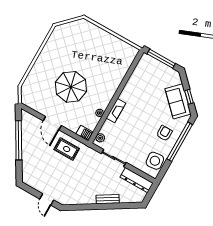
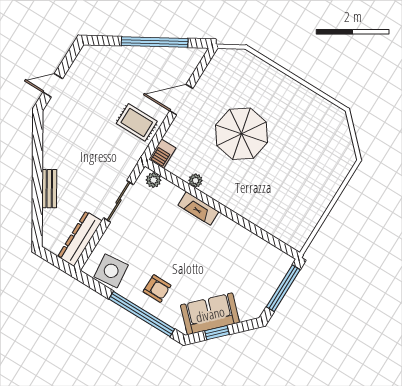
rug: (67, 149) -> (137, 122), turned 90

